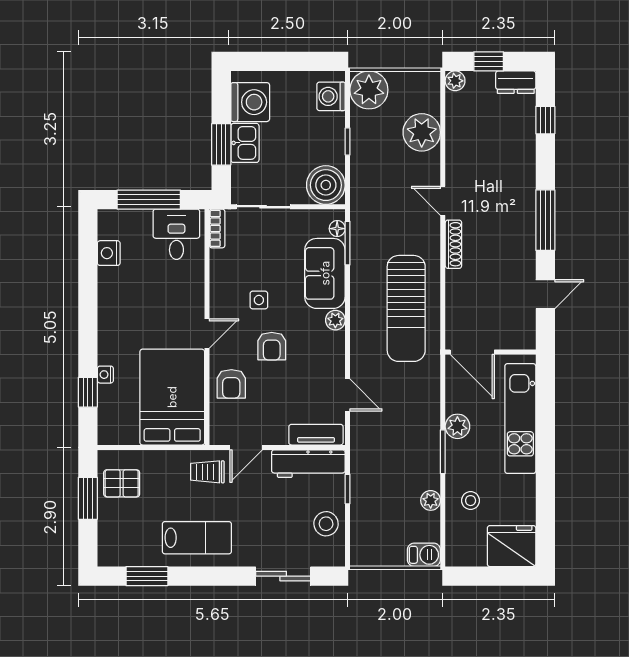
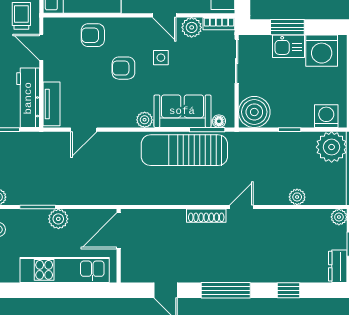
window: (545, 120) -> (288, 290), moved
plant: (422, 132) -> (297, 197), width x0.53, depth x0.53
plant: (222, 262) -> (192, 27), added
sun lounger: (406, 308) -> (184, 150), moved
door: (207, 333) -> (164, 15), moved

